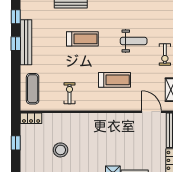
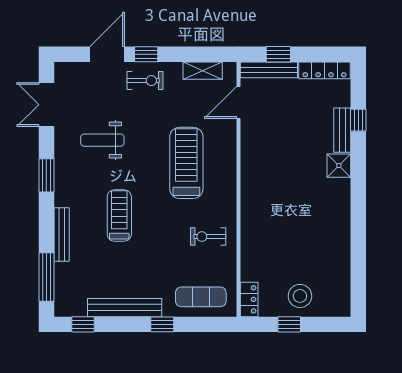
weight bench: (134, 41) -> (102, 140), moved, turned -90
window: (16, 44) -> (162, 324), moved
treadmill: (114, 80) -> (186, 163), width x1.37, depth x1.38
stool: (61, 150) -> (300, 296), moved

